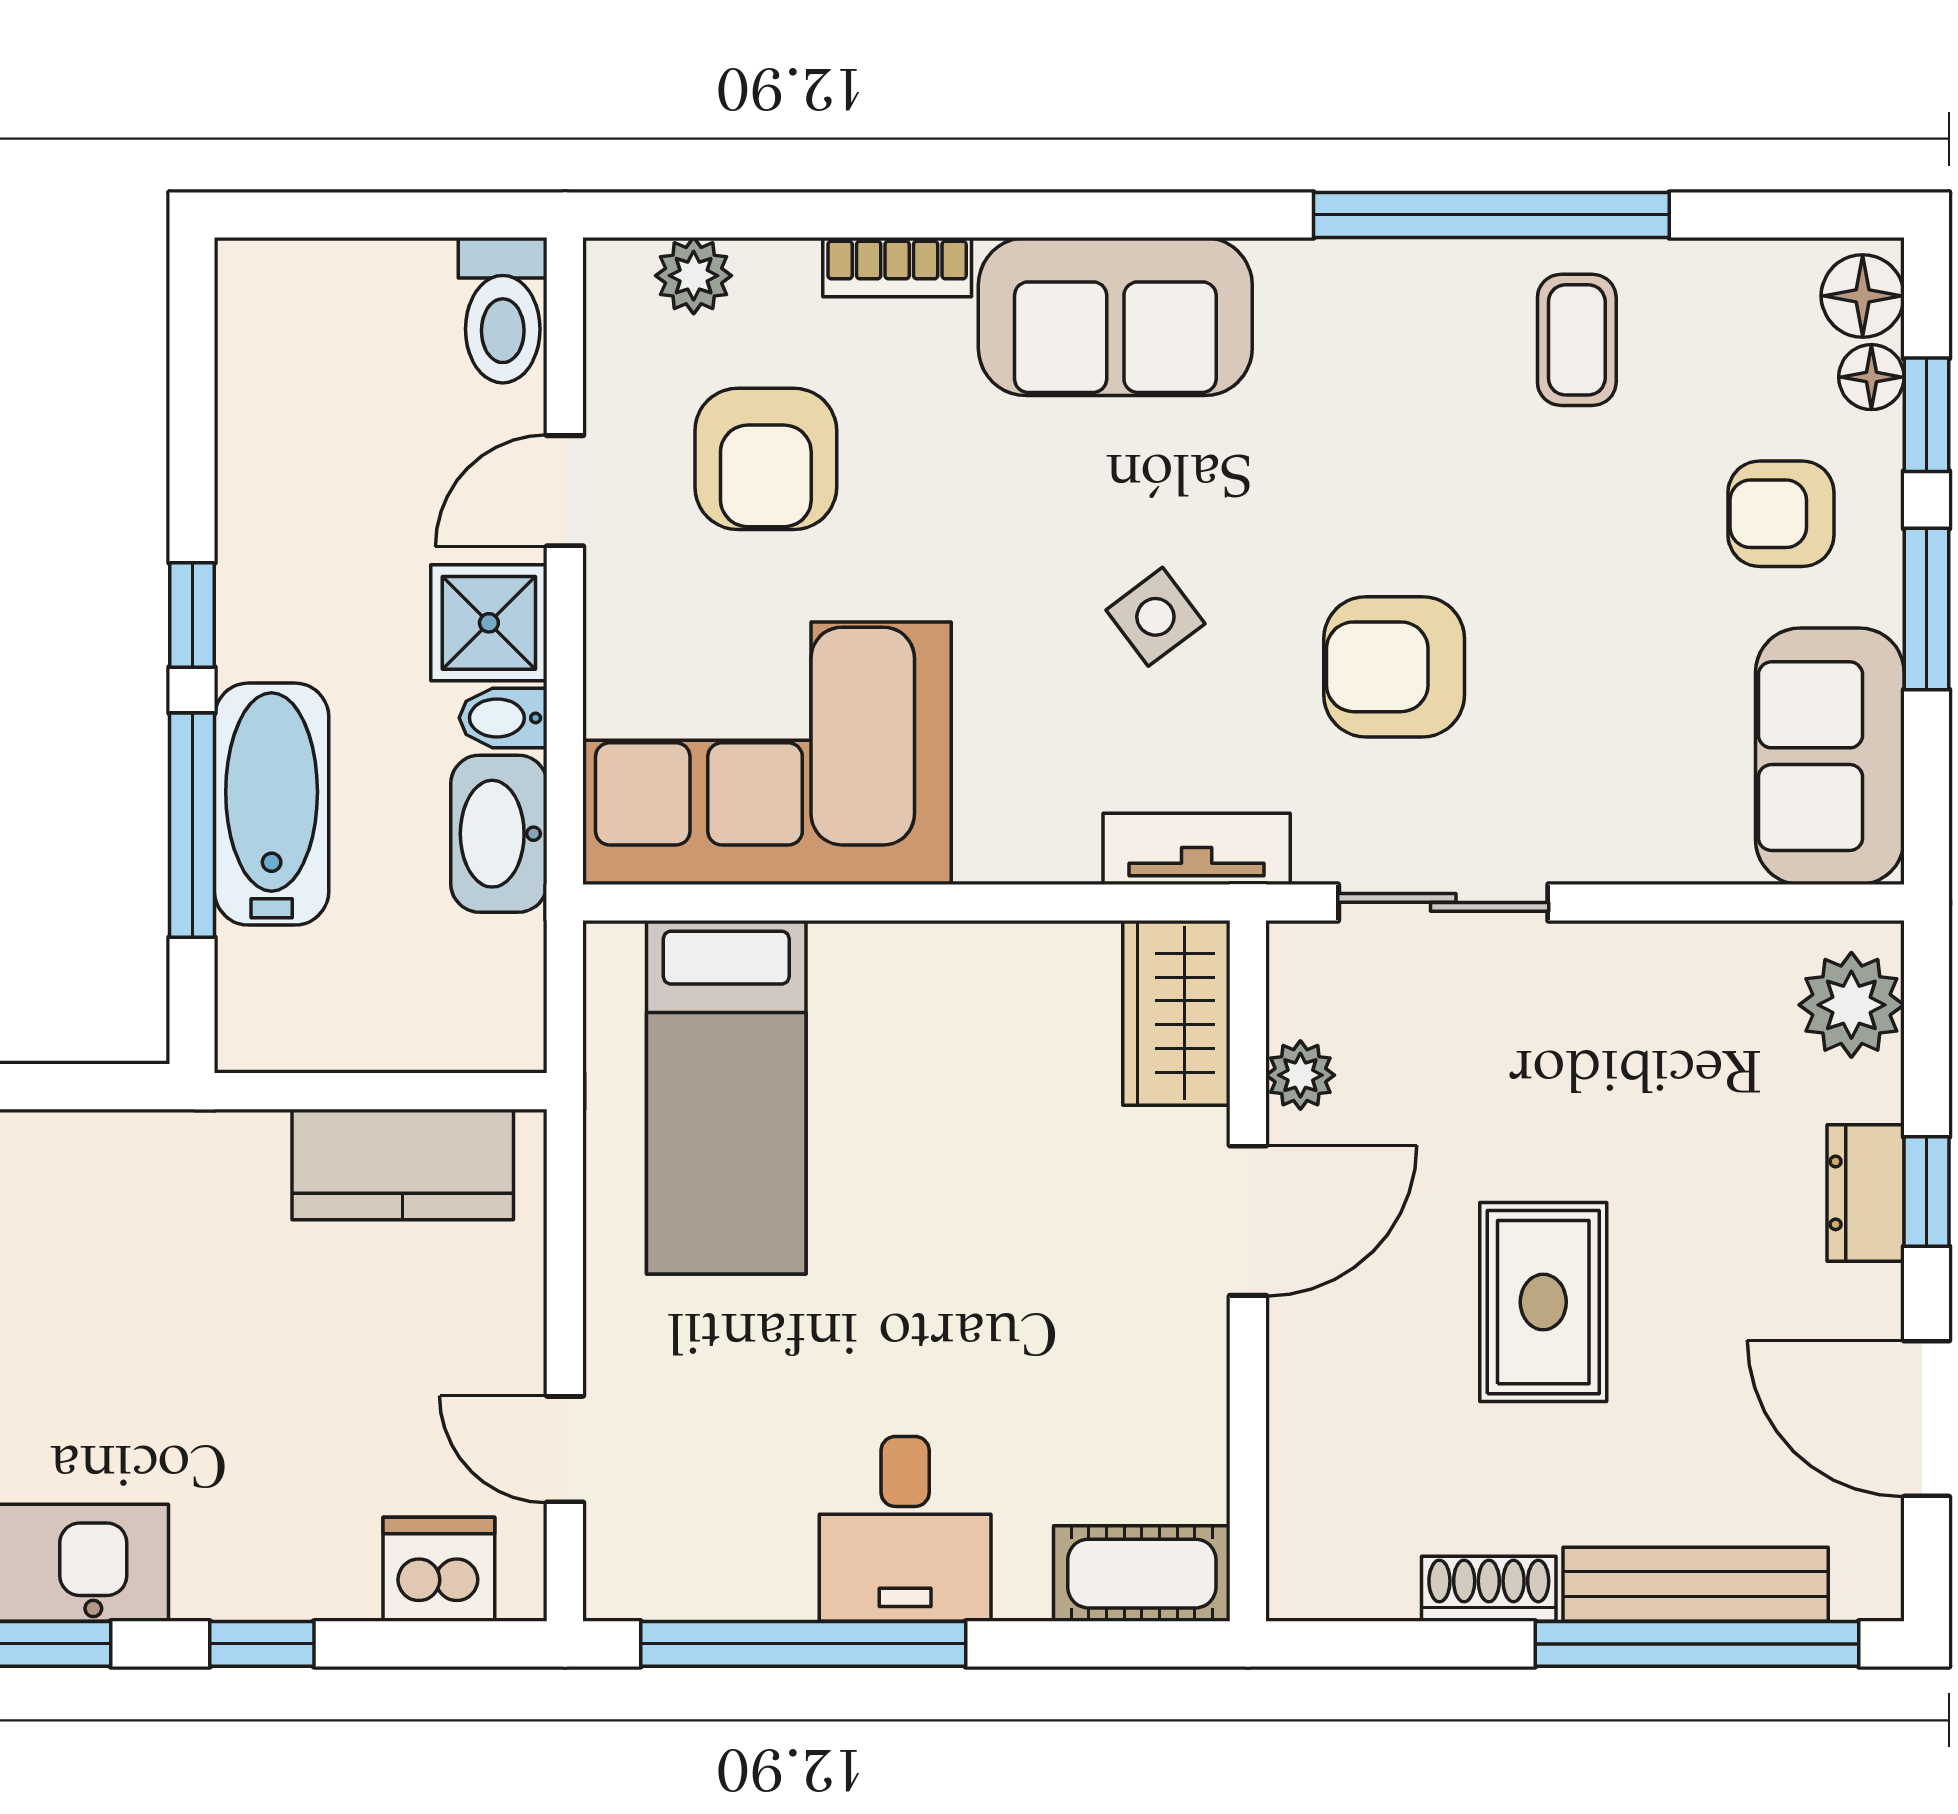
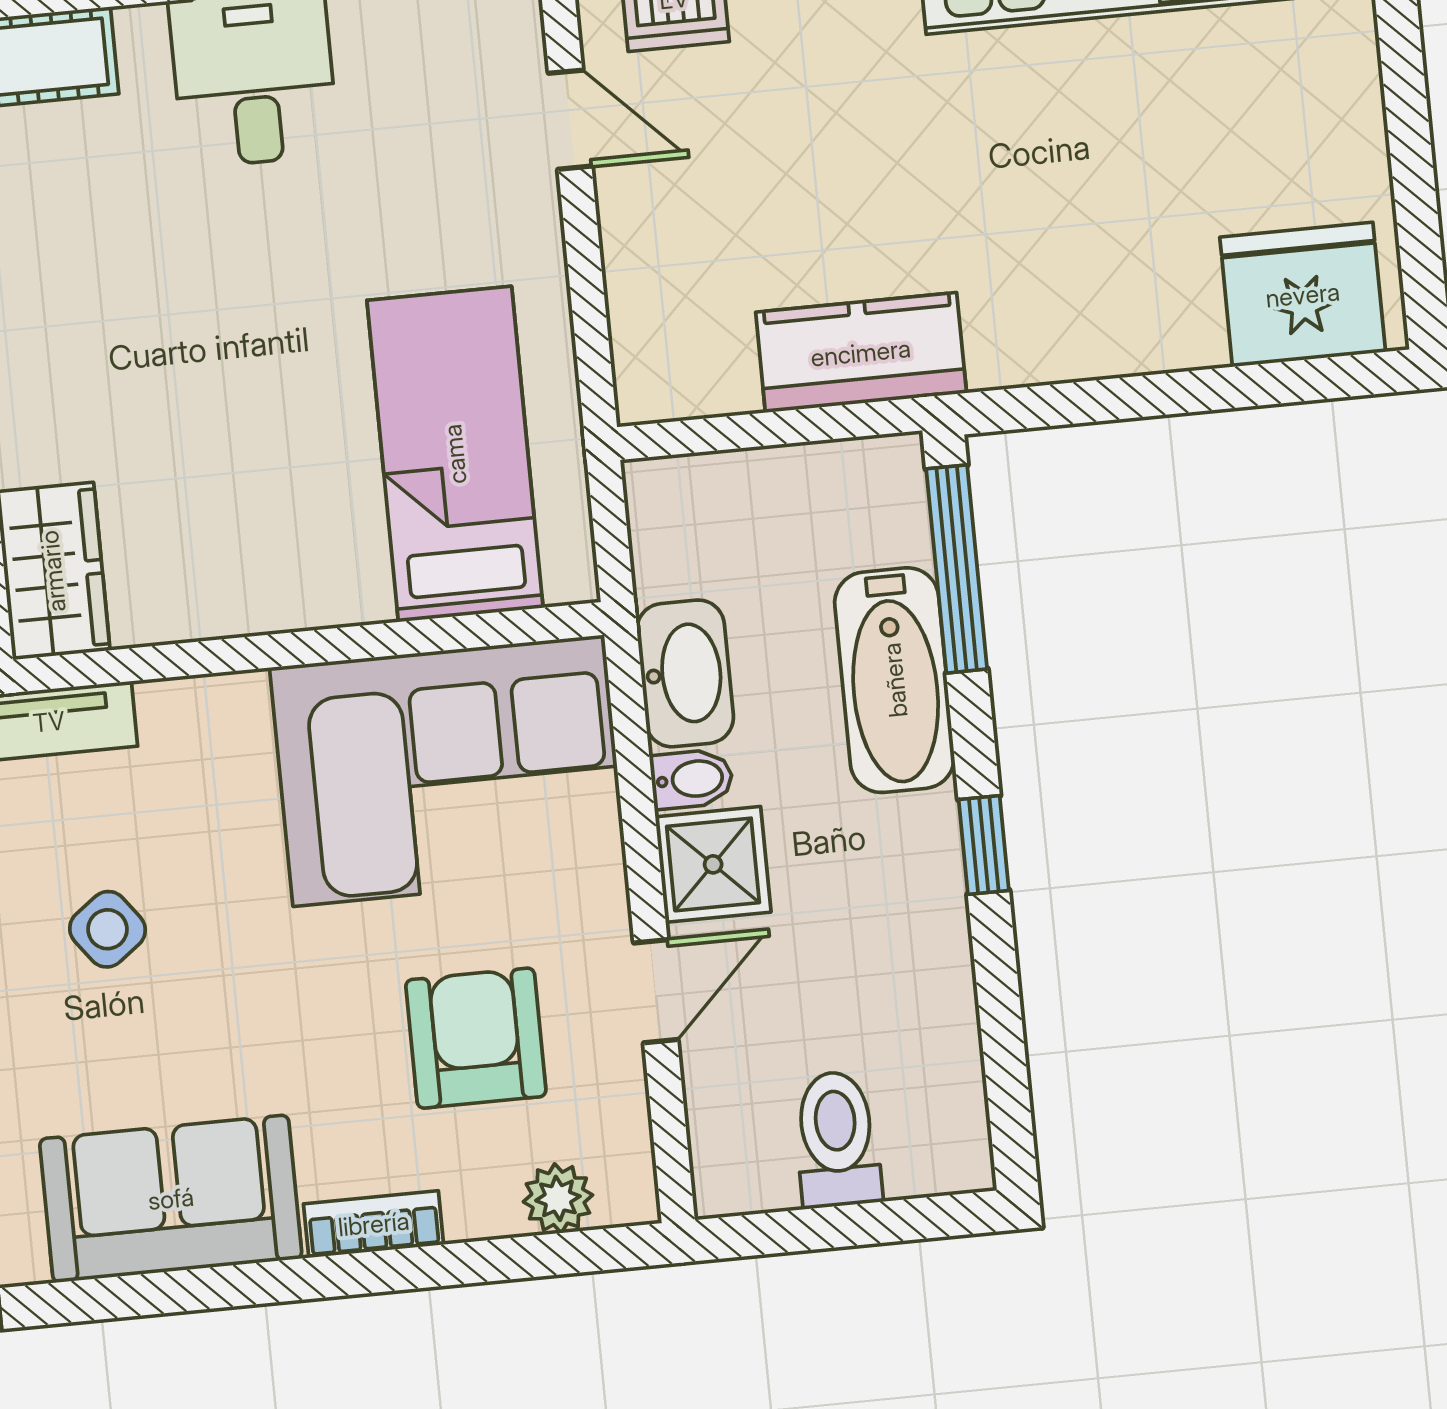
toilet: (503, 310) -> (837, 1139), moved
window: (192, 825) -> (957, 569), moved
kitchen counter: (403, 1164) -> (861, 353), moved

